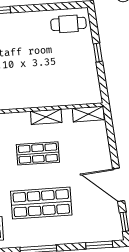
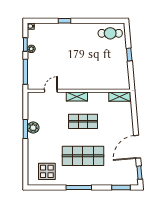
shelving: (46, 117) -> (77, 96), moved
door: (119, 185) -> (137, 147), hinge flipped

